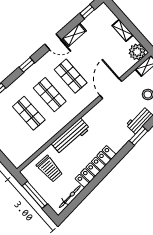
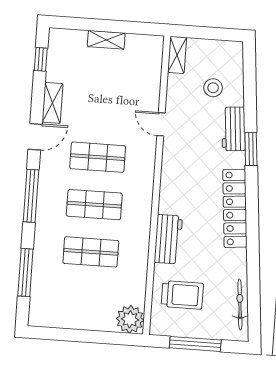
plant: (137, 52) -> (130, 319), moved
window: (27, 65) -> (31, 196), width x2.17
door: (111, 88) -> (161, 124), width x0.53
workbench: (71, 136) -> (168, 239), width x0.73
locker: (96, 167) -> (235, 208), moved

